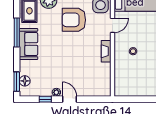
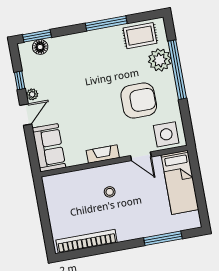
armchair: (74, 20) -> (139, 101), turned 90
sofa: (29, 44) -> (49, 148), moved, turned -90

